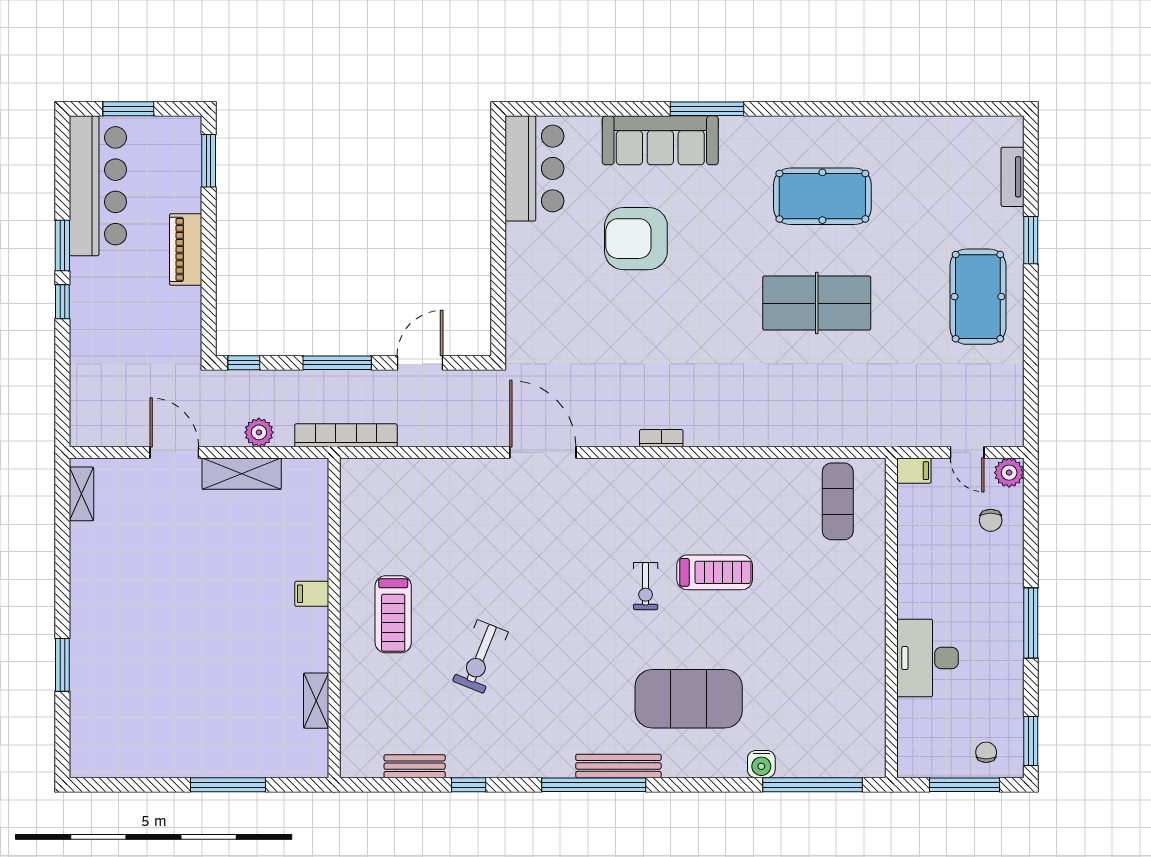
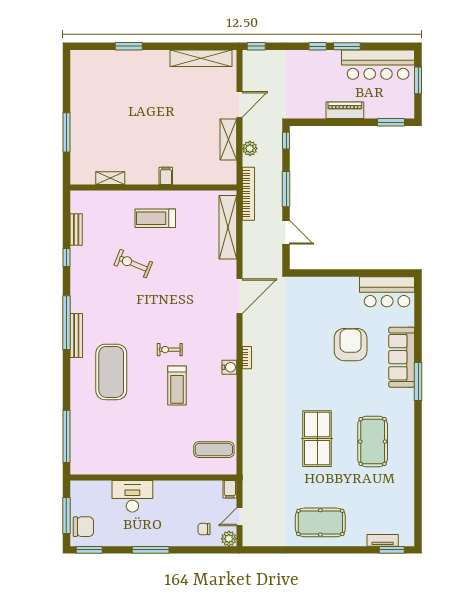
window: (1031, 240) -> (392, 550), moved
window: (62, 420) -> (256, 46), added
shelving: (411, 475) -> (228, 227), added
shelving: (81, 494) -> (201, 58), width x2.20, depth x1.33
chair: (986, 752) -> (83, 527), width x1.87, depth x1.87
water cooler: (761, 764) -> (229, 367), moved, turned 180

